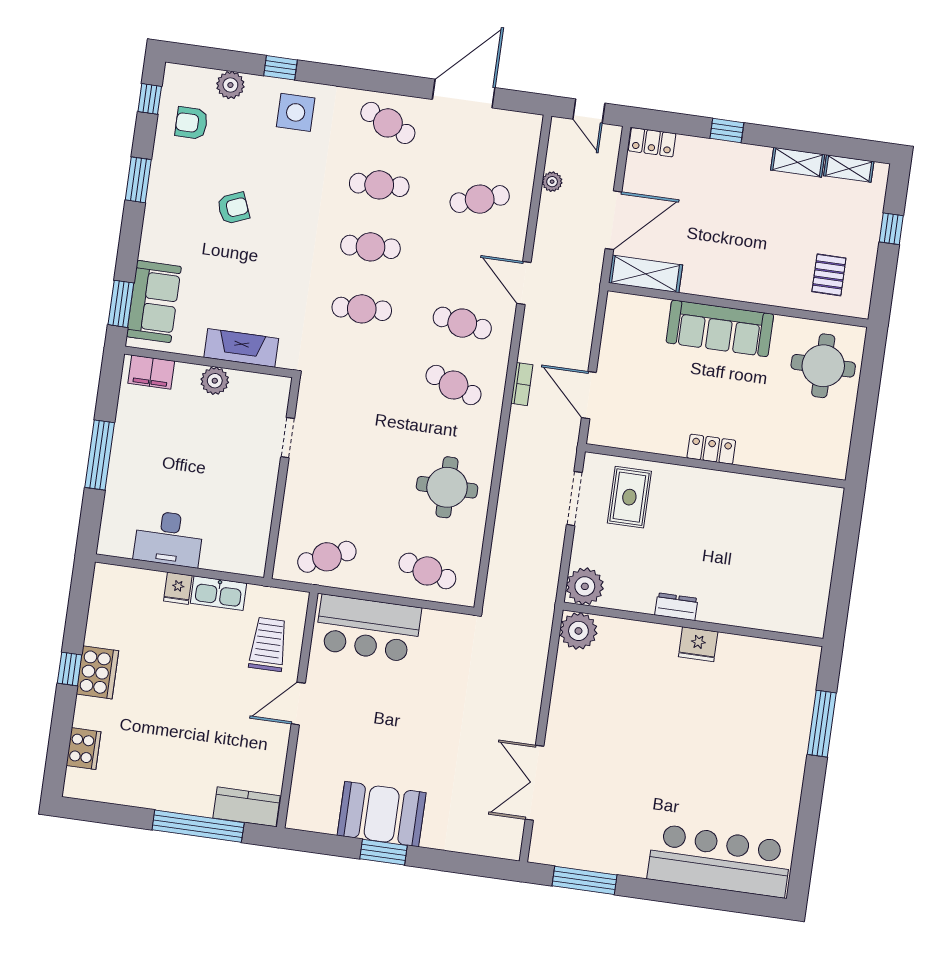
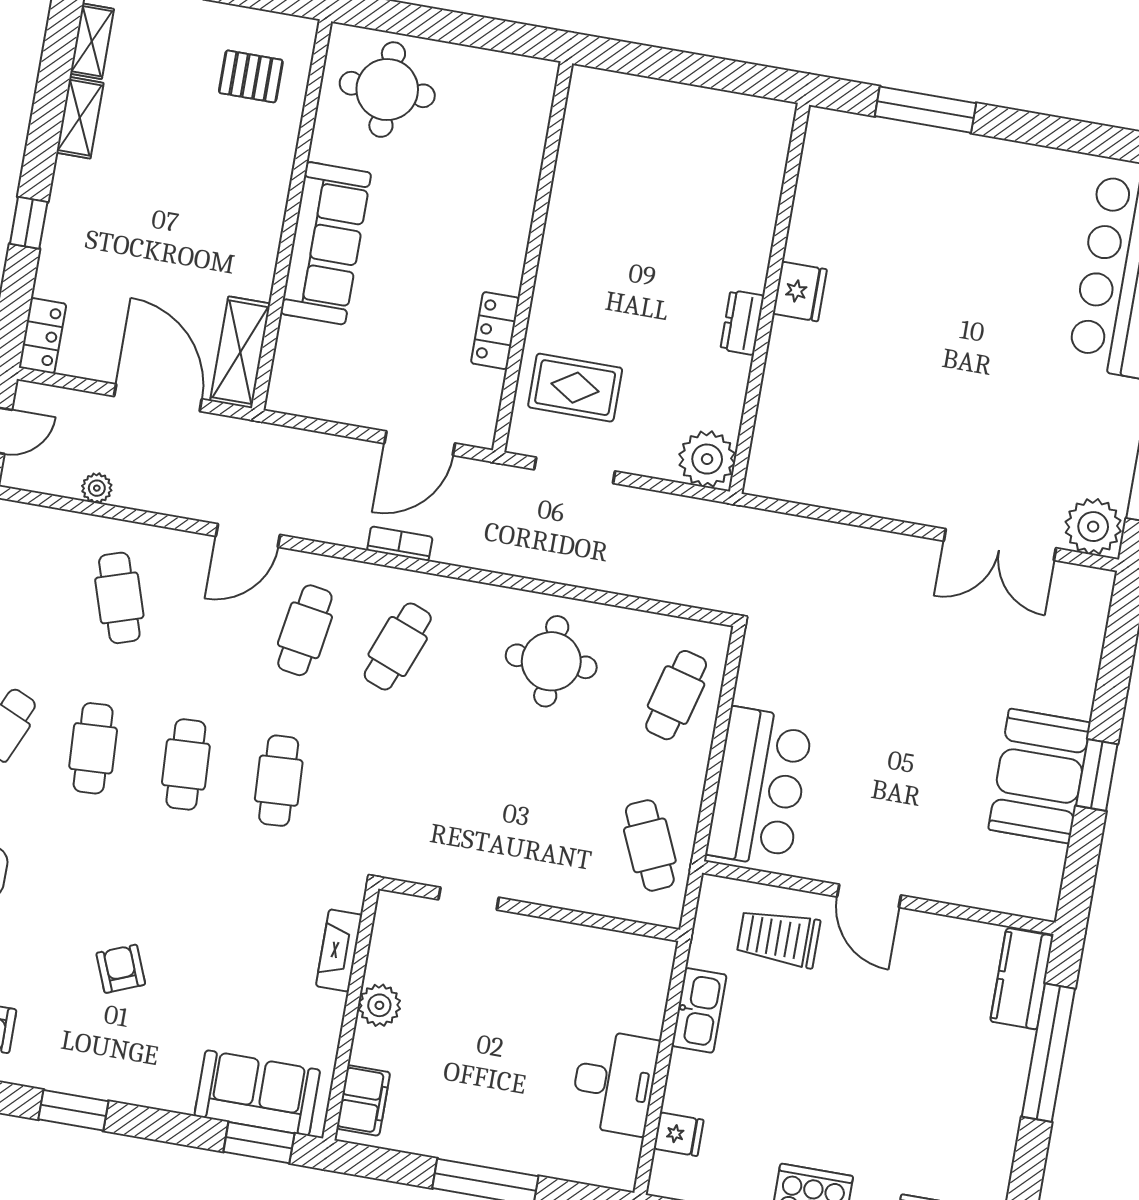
fireplace: (241, 348) -> (339, 950), width x0.73, depth x0.76
locker: (711, 449) -> (495, 331), moved
fridge: (178, 588) -> (679, 1134), moved
plant: (578, 631) -> (1093, 527), moved

